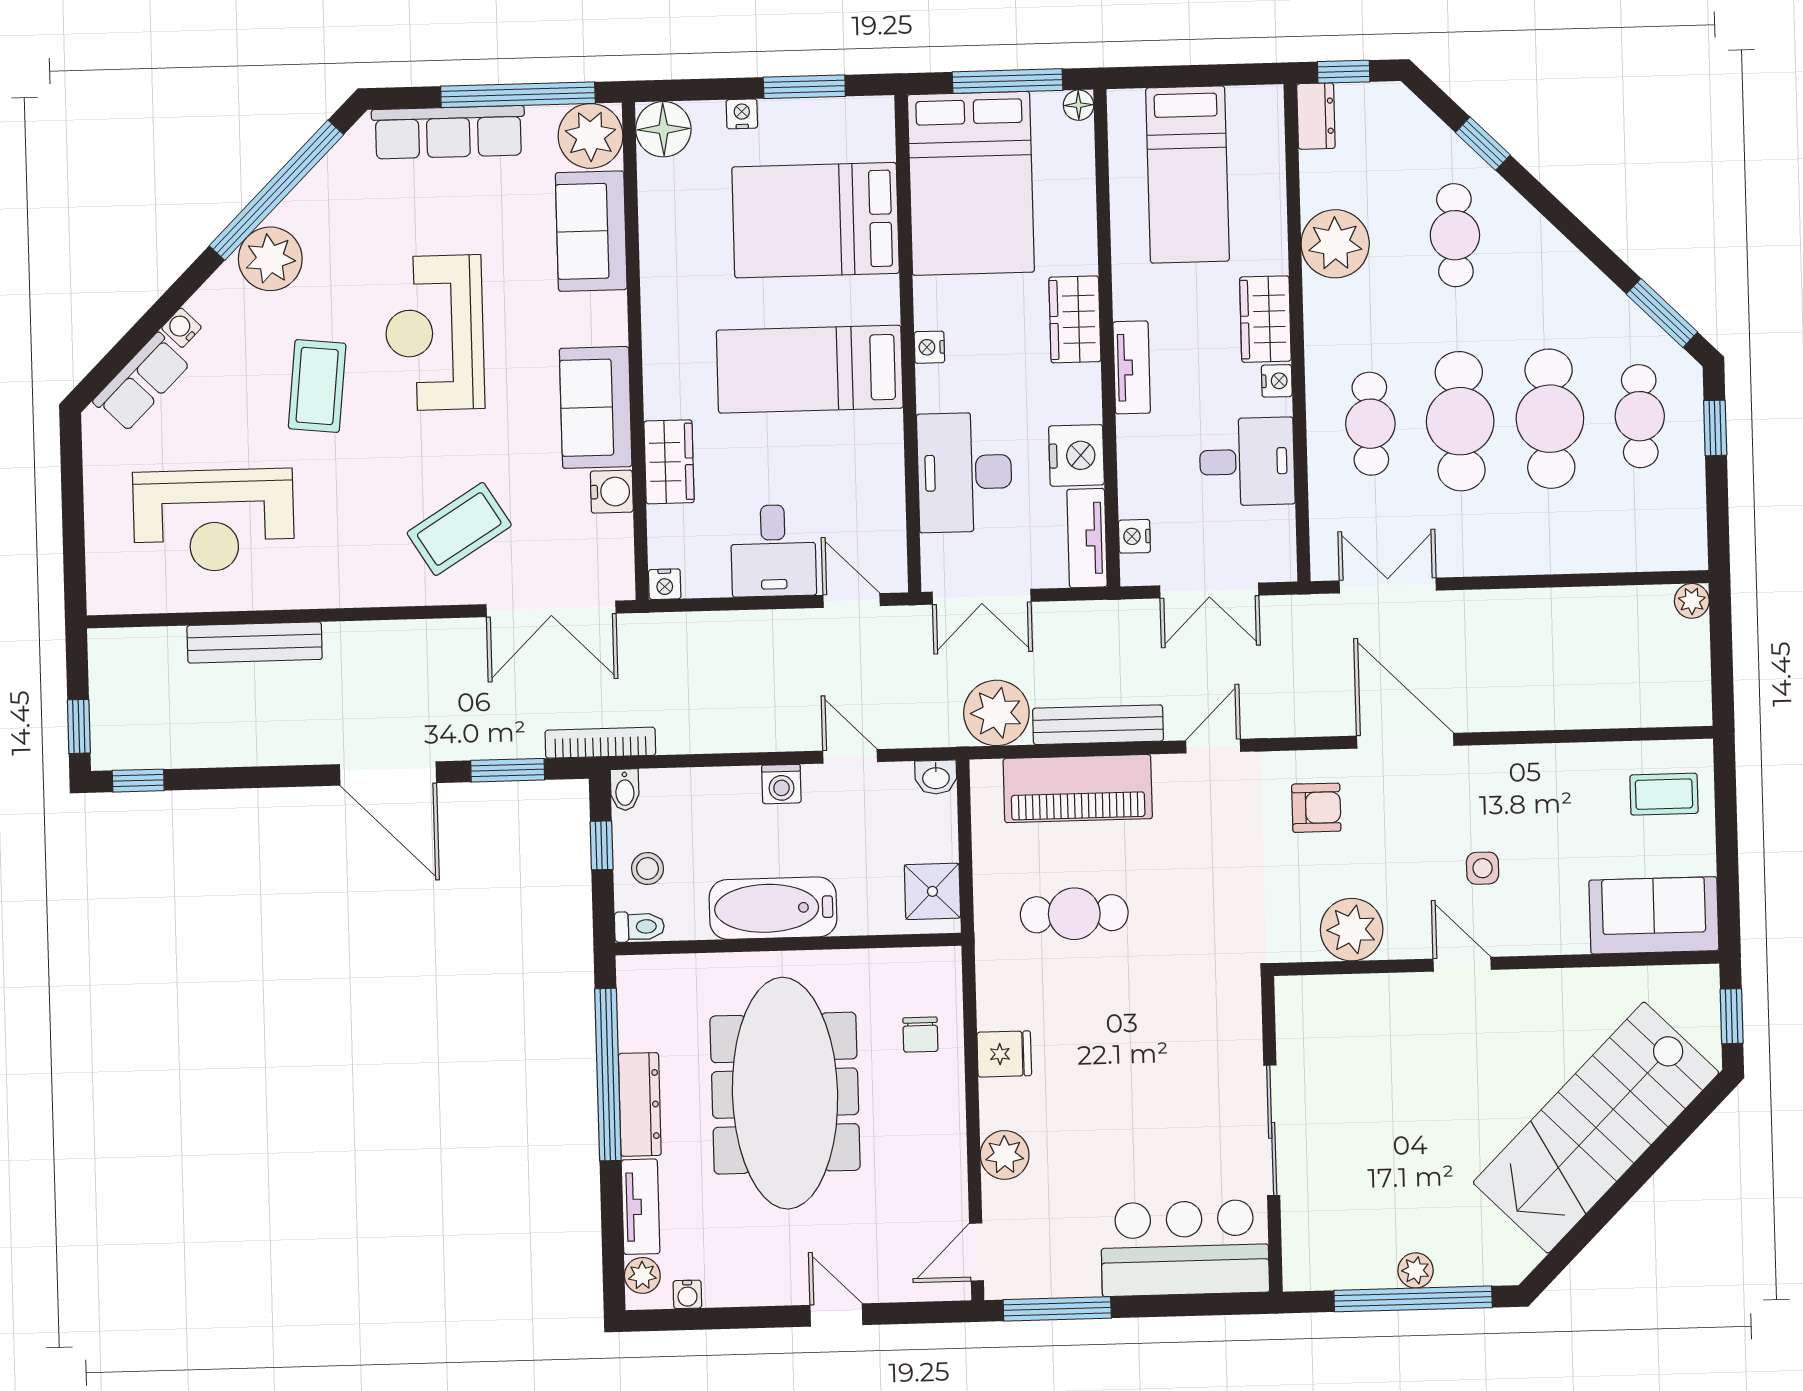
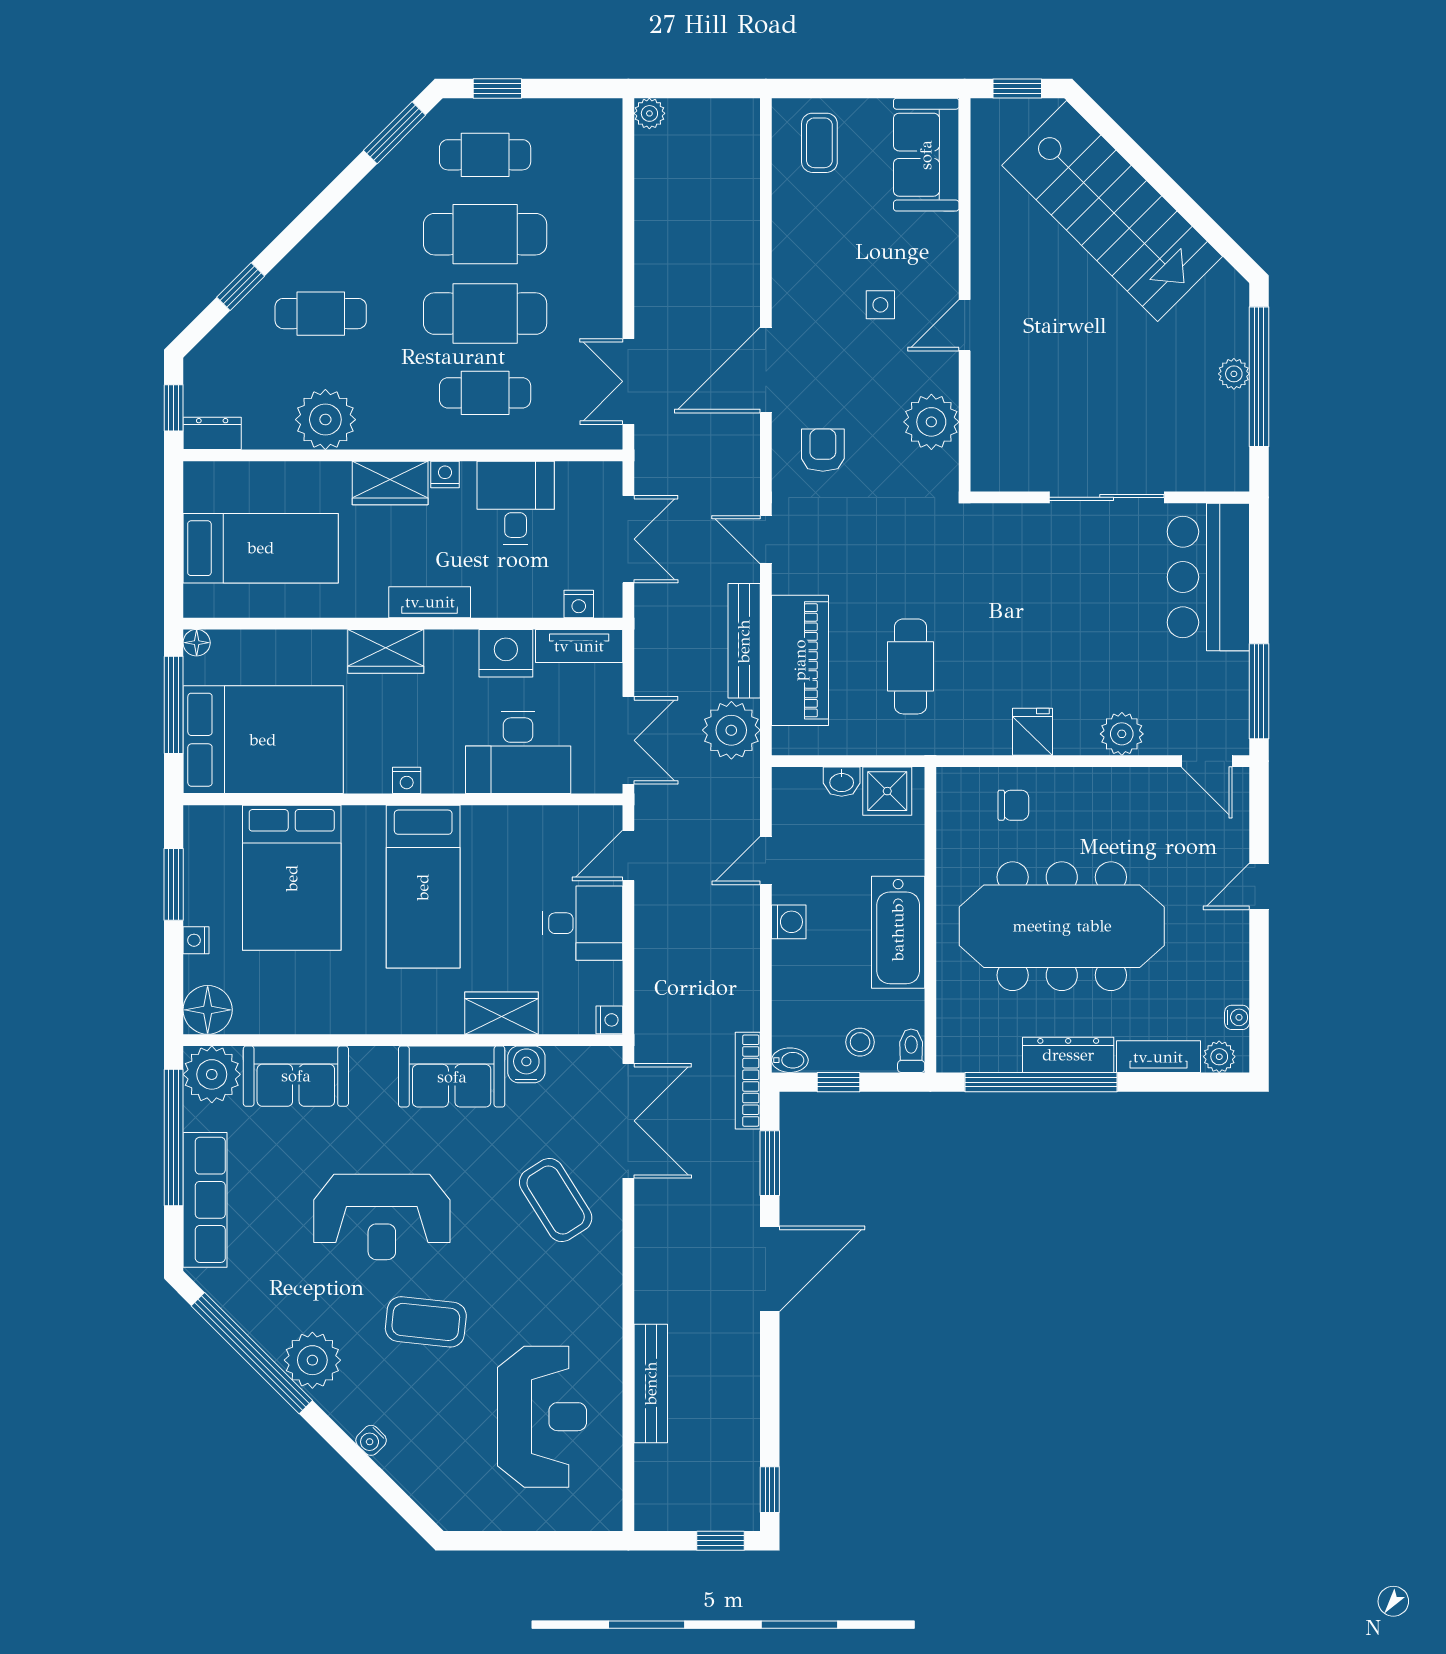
row of seats: (142, 382) -> (418, 1477), removed
washbasin: (936, 777) -> (842, 782), moved, turned 90

